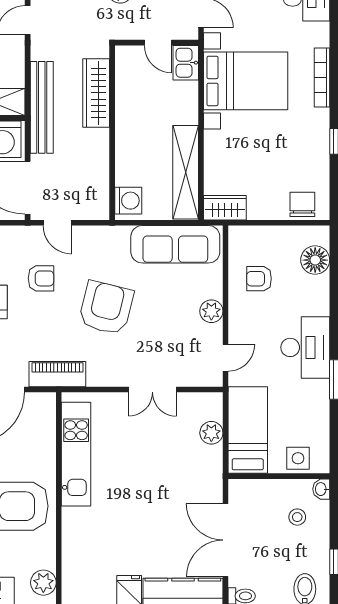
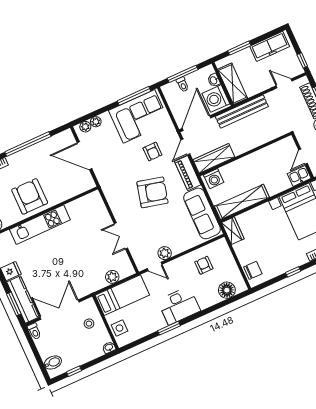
wardrobe: (96, 93) -> (214, 158), moved
plant: (211, 311) -> (165, 253), moved
piano: (57, 374) -> (188, 173), moved, turned 180
kitchen unit: (76, 454) -> (40, 225), moved
stool: (297, 517) -> (89, 324), moved

